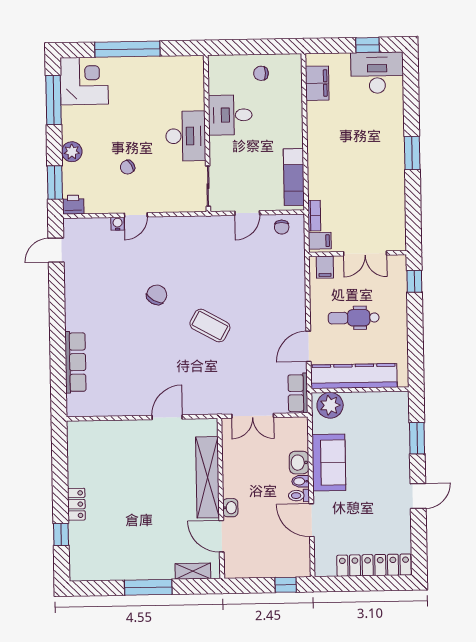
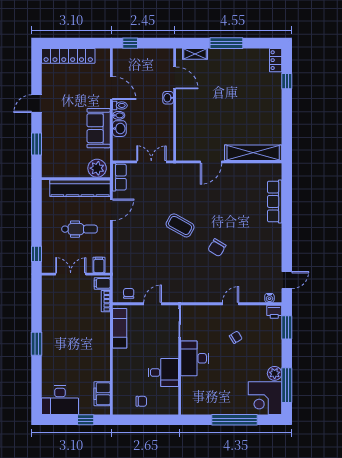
window: (367, 45) -> (86, 420), moved
plant: (72, 152) -> (275, 373), moved
water cooler: (118, 224) -> (269, 298), moved
shelving: (208, 477) -> (253, 153), moved, turned 90
locker: (76, 504) -> (276, 60), moved

